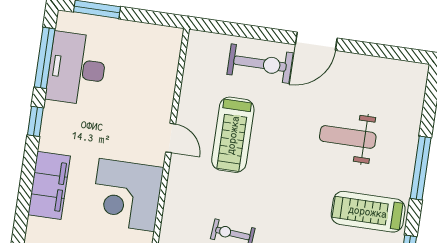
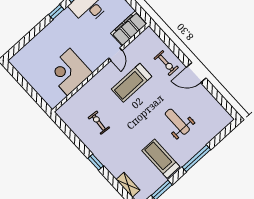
exercise bike: (260, 64) -> (166, 63), width x0.73, depth x0.72
door: (171, 138) -> (115, 54), moved
filing cabinet: (49, 185) -> (129, 28), moved, turned 180

